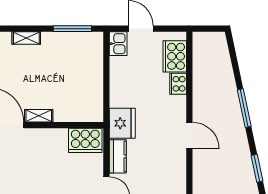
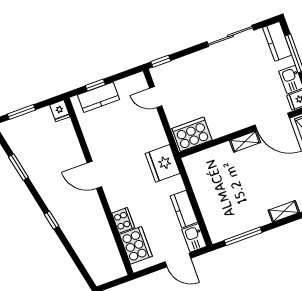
window: (244, 108) -> (52, 220), width x0.46
kitchen counter: (118, 156) -> (184, 209), moved

